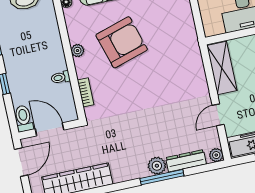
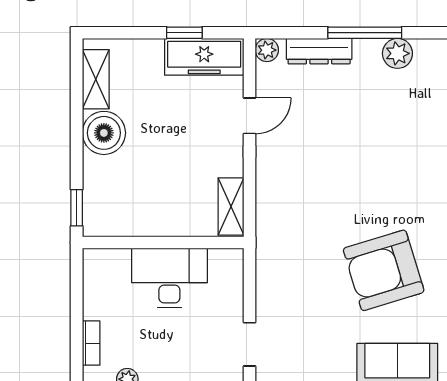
shelving: (222, 68) -> (231, 206), width x0.67, depth x0.75
plant: (157, 166) -> (397, 53), moved

